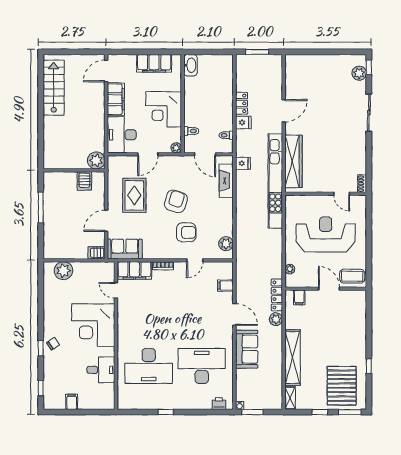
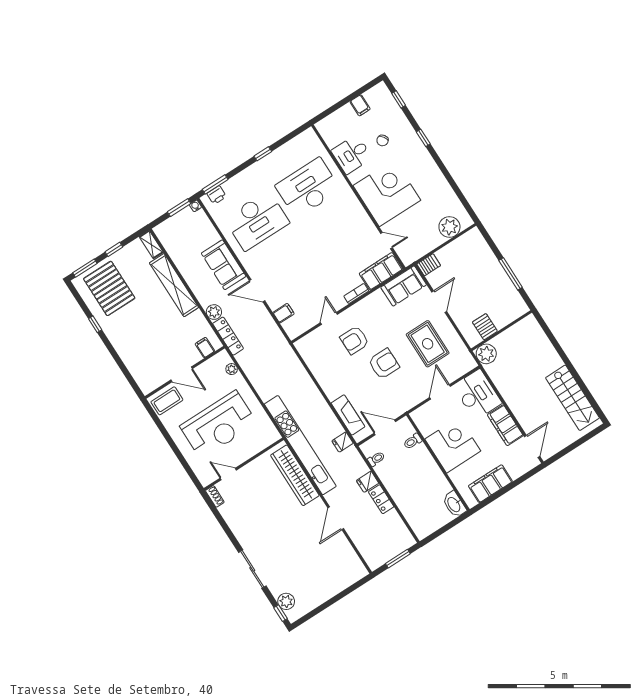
plant: (176, 148) -> (417, 416), removed
armchair: (176, 201) -> (384, 364), turned -108
plant: (226, 244) -> (309, 354), removed
chair: (53, 344) -> (383, 140), moved
window: (215, 412) -> (215, 184), added

